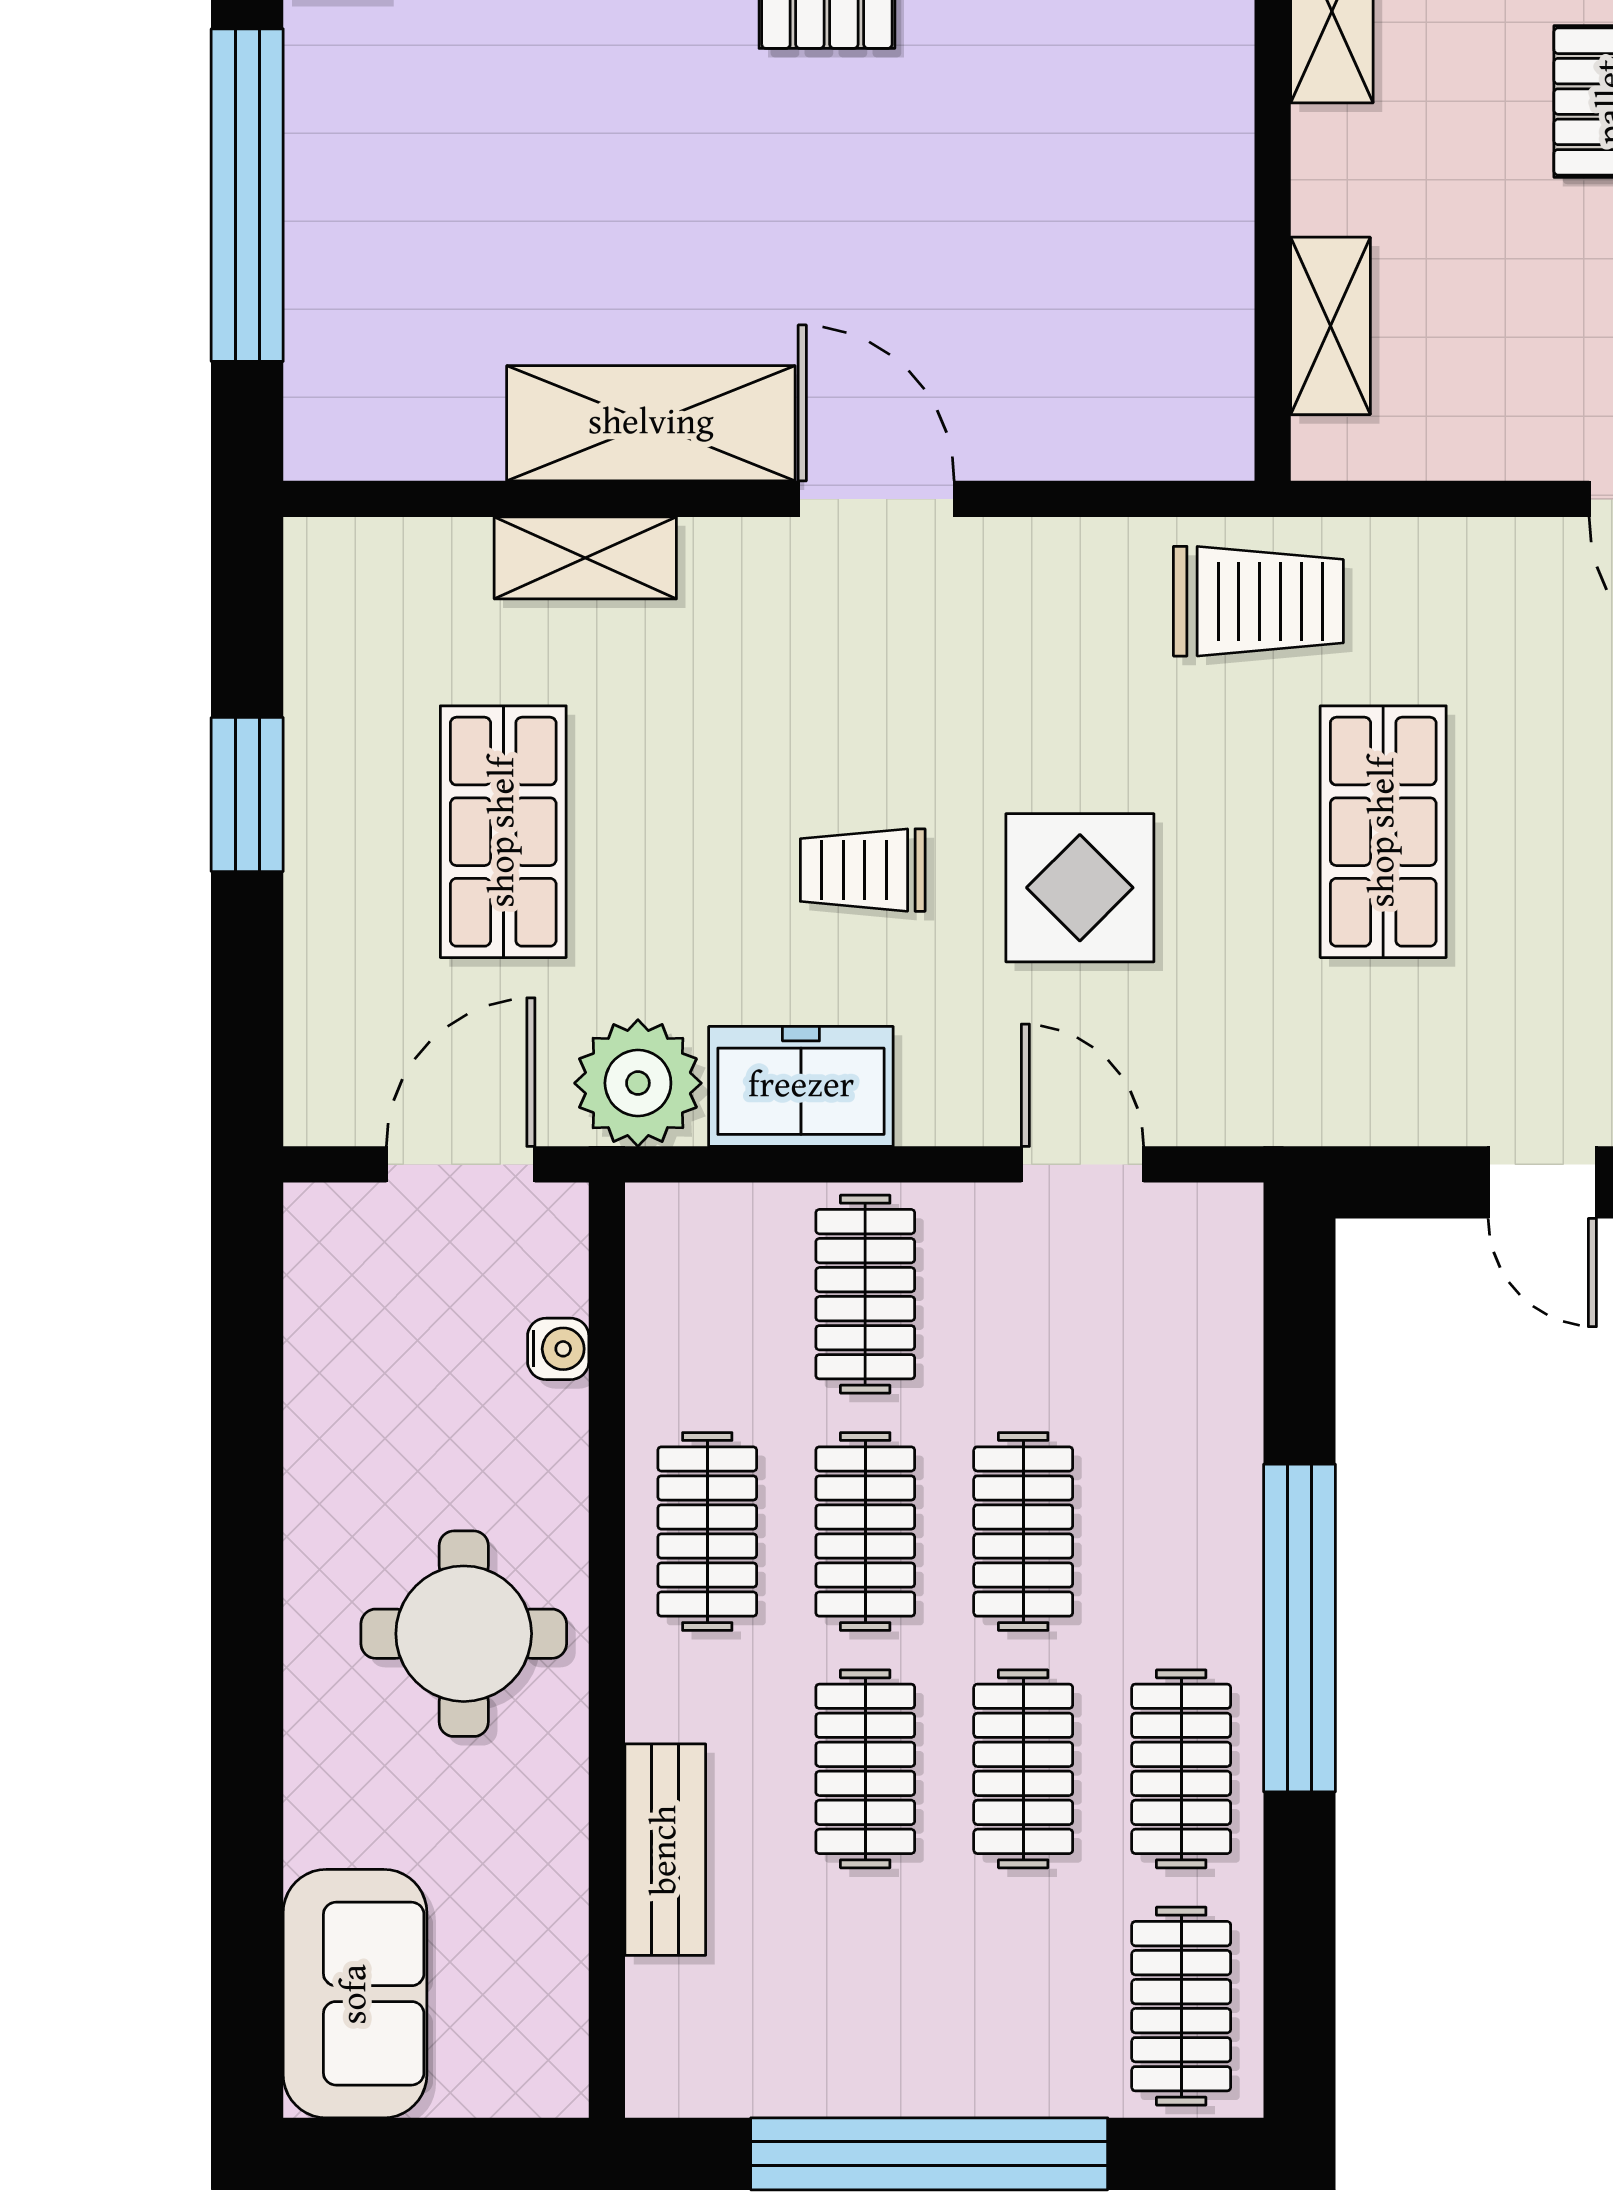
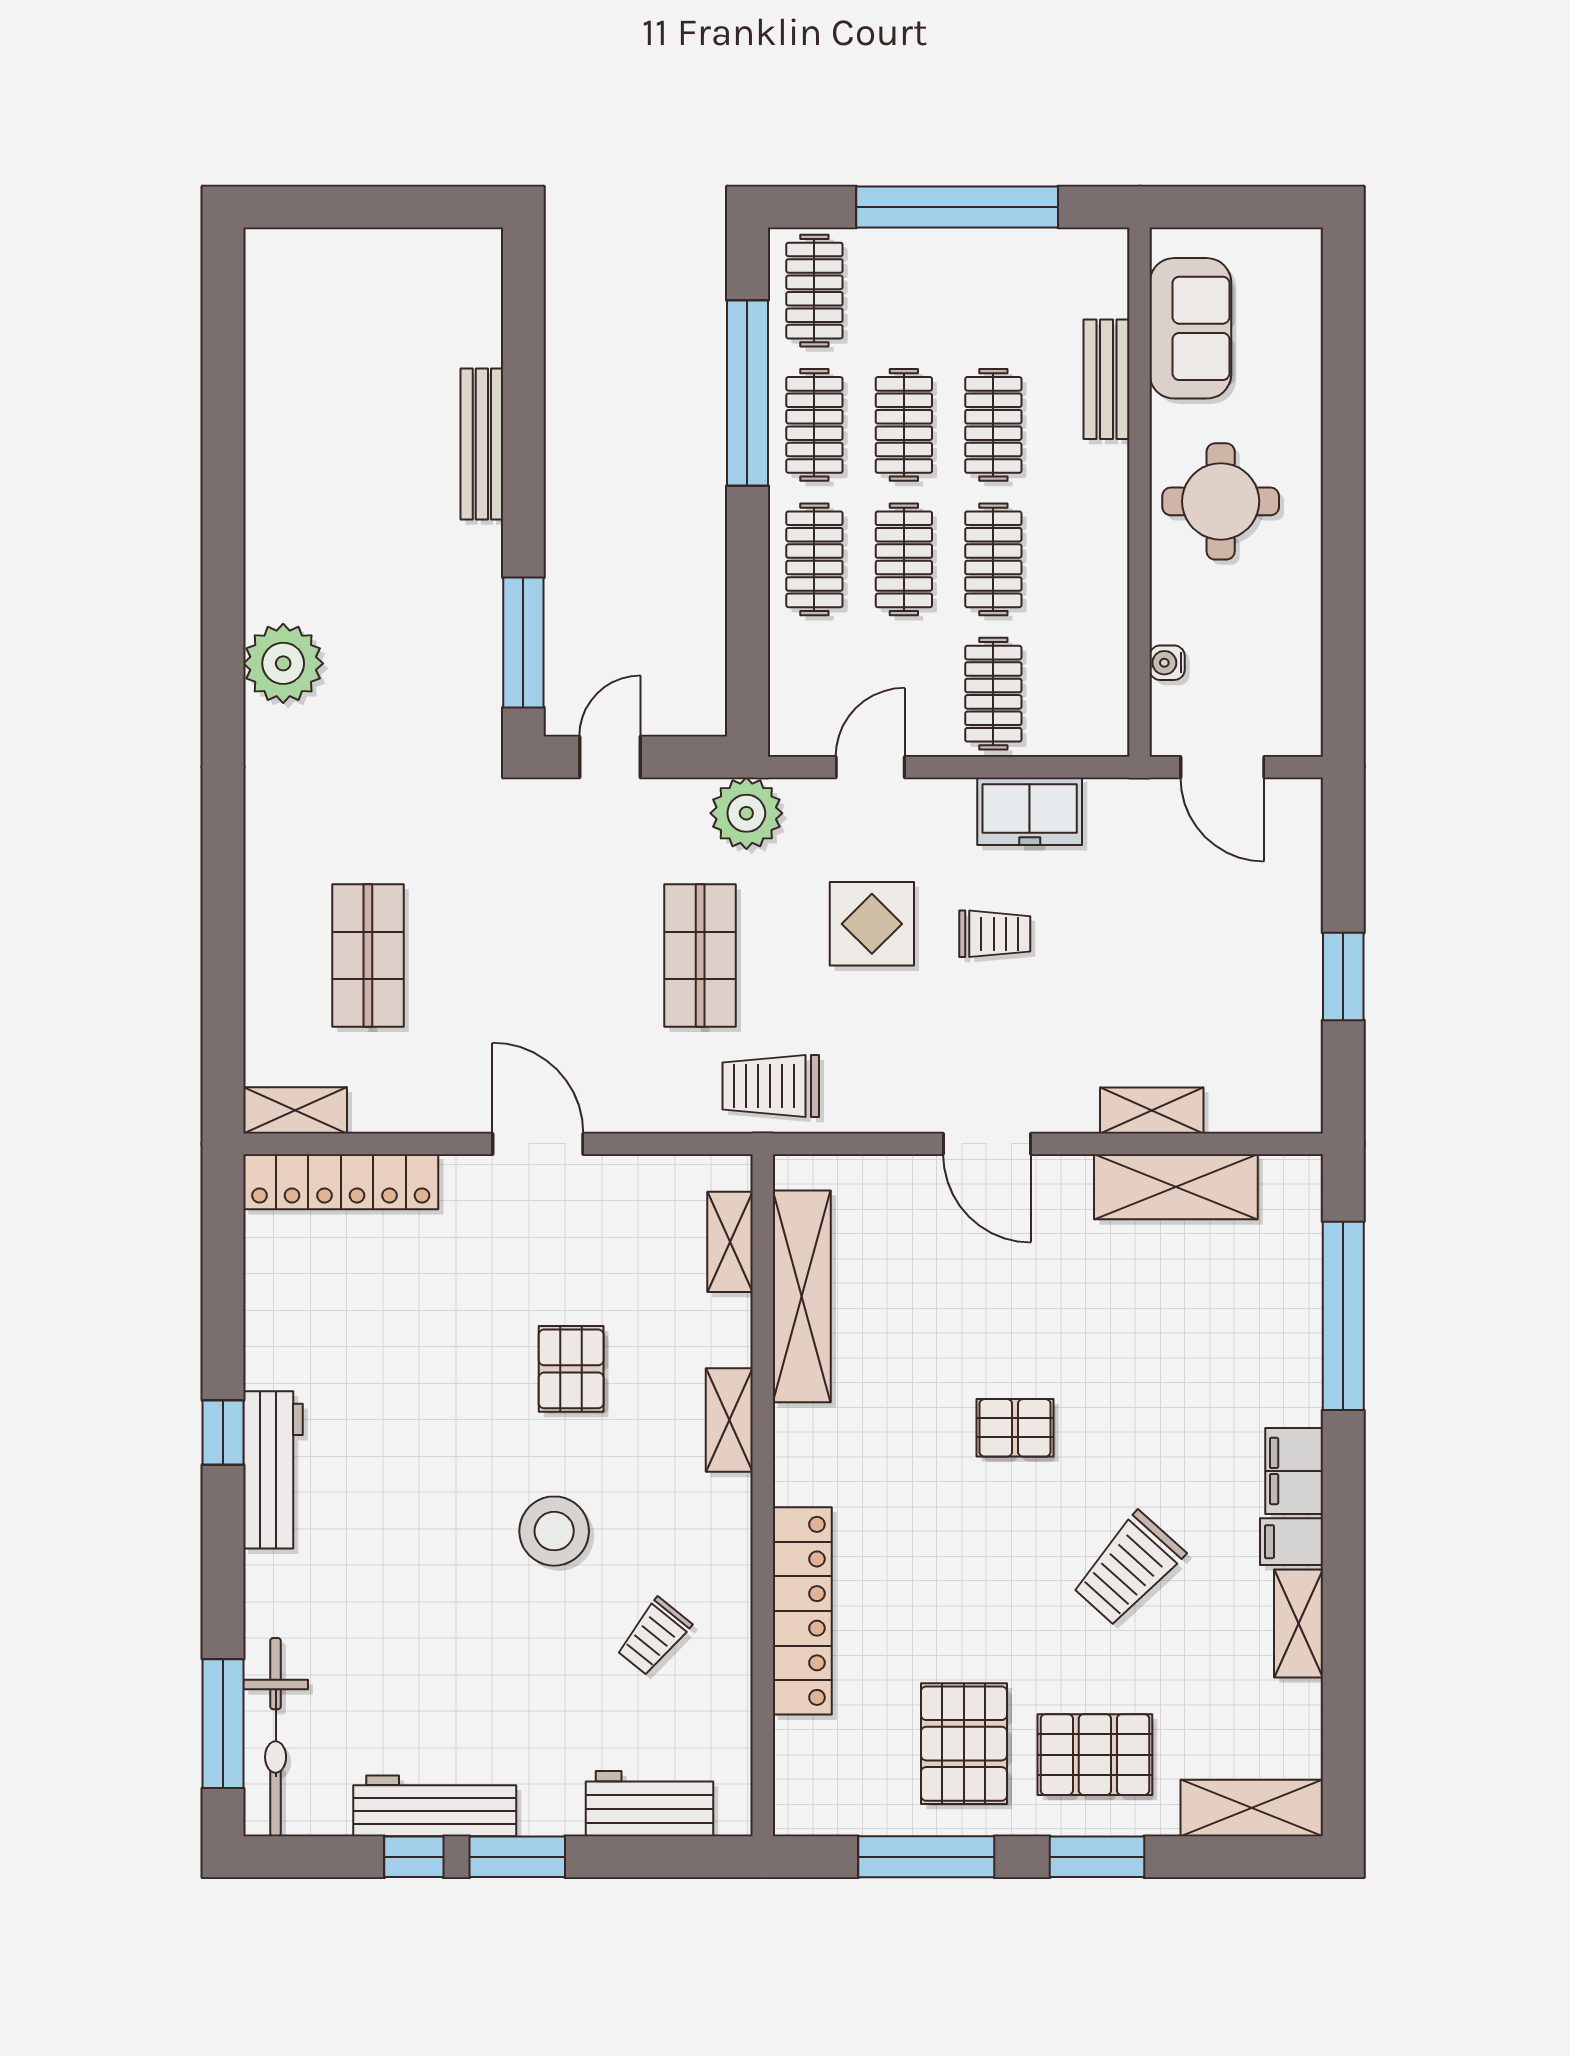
shelving: (1203, 230) -> (802, 1296), added
shelving: (651, 423) -> (1176, 1187), moved
shop shelf: (503, 832) -> (1198, 956), removed
plant: (638, 1083) -> (746, 813), moved
door: (461, 1164) -> (1222, 767), hinge flipped
door: (1082, 1164) -> (870, 767), swing flipped
door: (1542, 1182) -> (610, 757), hinge flipped
clothes rail: (707, 1531) -> (814, 559), moved
window: (1299, 1628) -> (747, 393), moved
sofa: (355, 1994) -> (1190, 328), moved, turned 180

